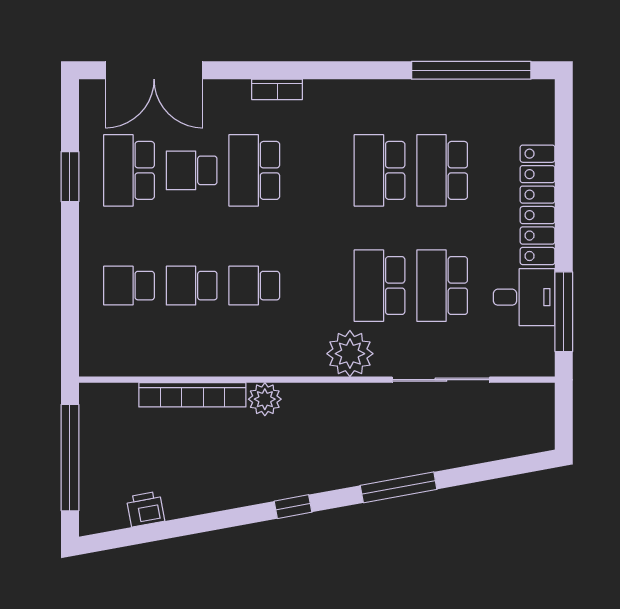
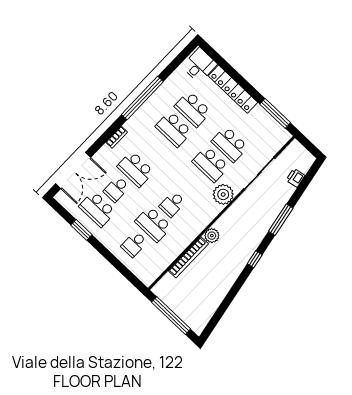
window: (471, 70) -> (142, 98), moved
school desk: (192, 286) -> (153, 224), width x1.85
desk: (524, 297) -> (199, 65), moved
printer: (145, 509) -> (295, 178), moved

